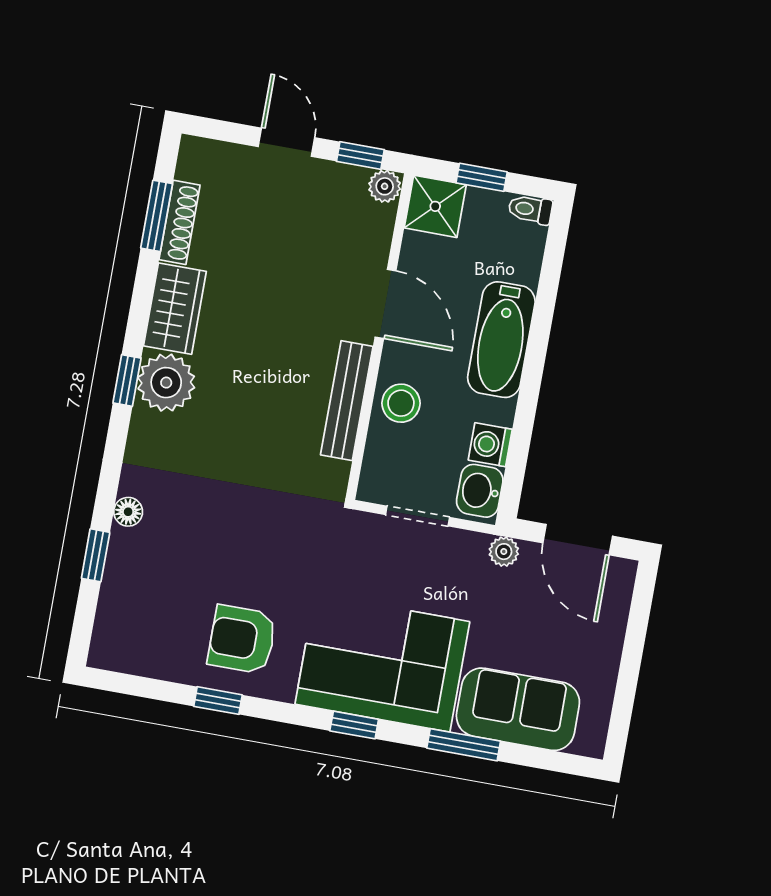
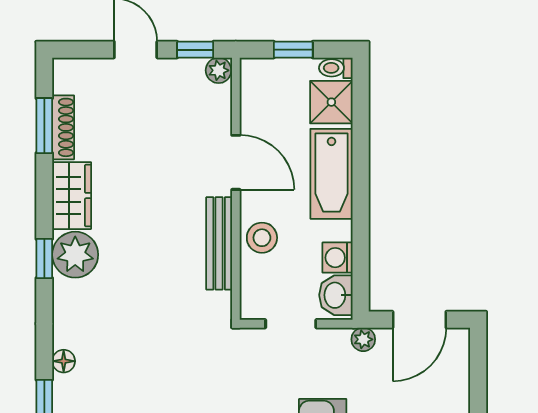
shower: (435, 206) -> (331, 102), moved
door: (578, 540) -> (419, 320), hinge flipped

